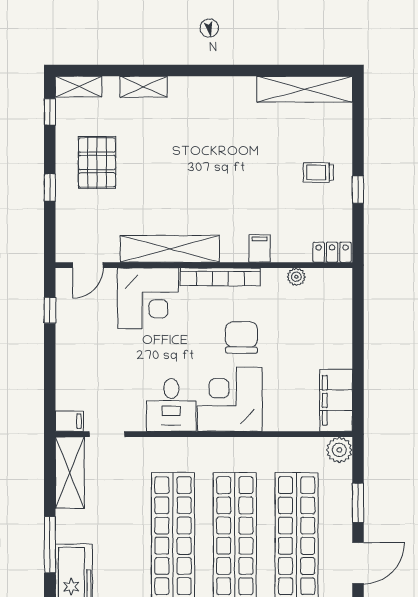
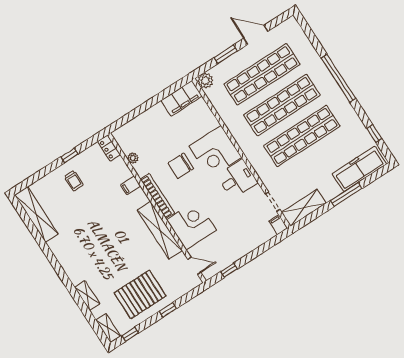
pallet: (97, 162) -> (140, 294), width x1.37, depth x1.41

